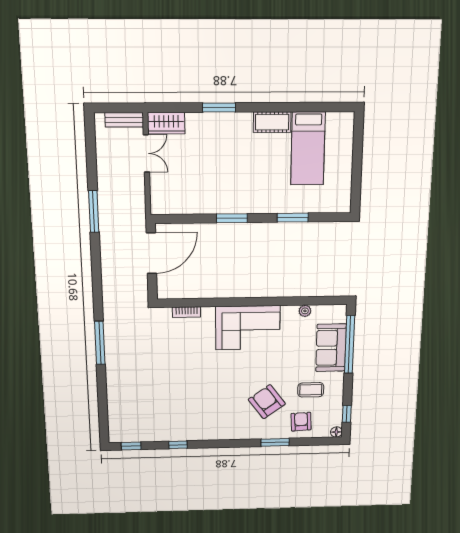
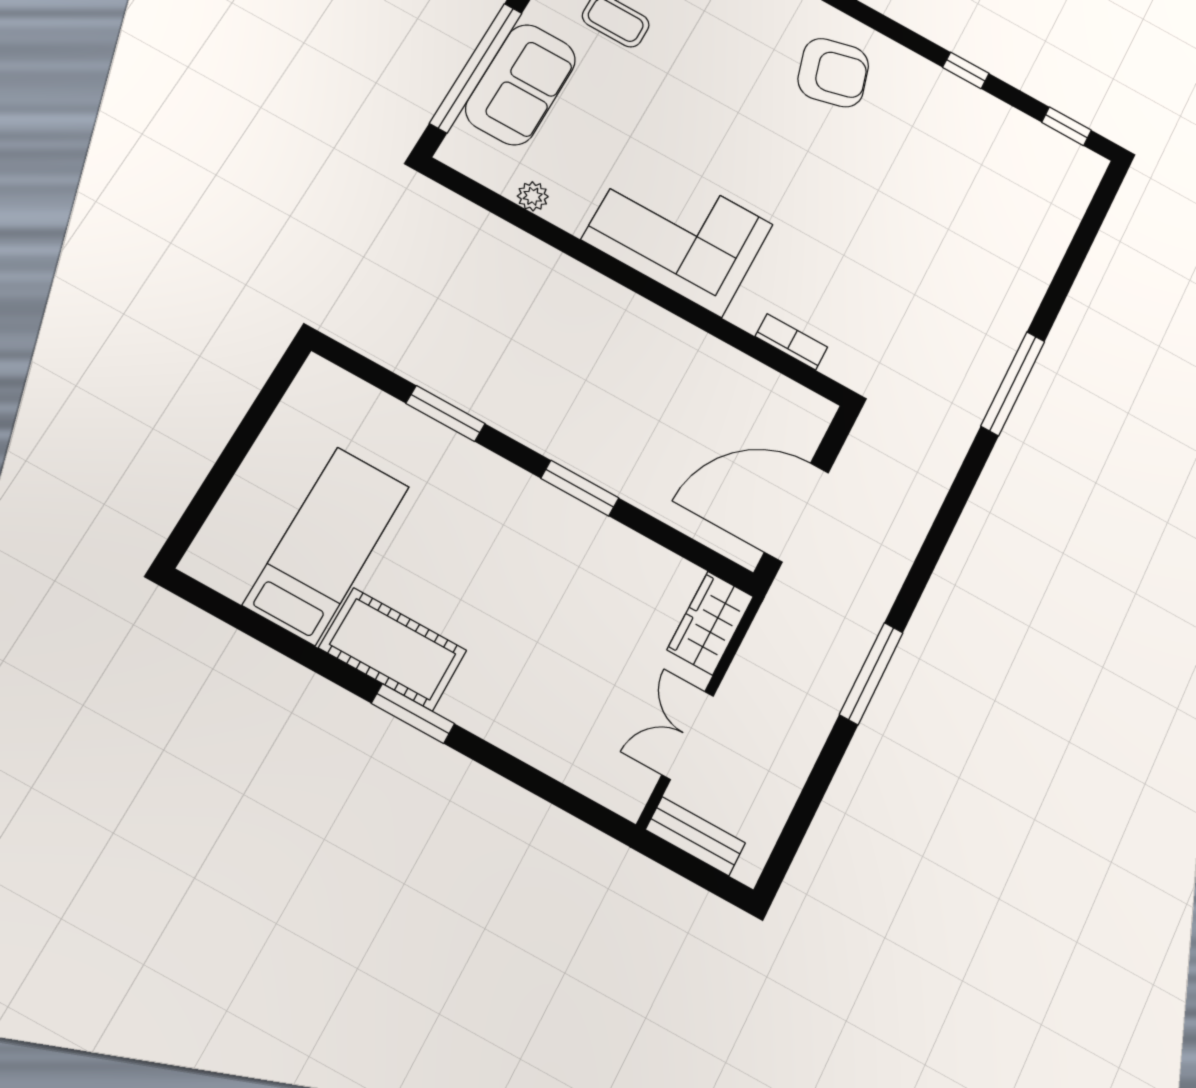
window: (219, 107) -> (413, 714), moved
cot: (272, 122) -> (393, 649), width x1.37, depth x1.34
wardrobe: (166, 123) -> (710, 623), moved, turned -90
armchair: (267, 402) -> (833, 73), moved, turned -69

